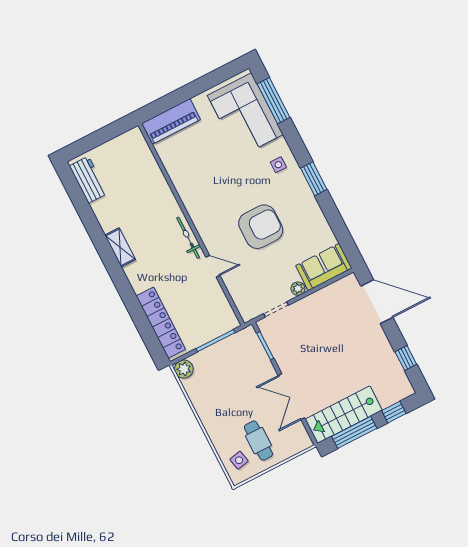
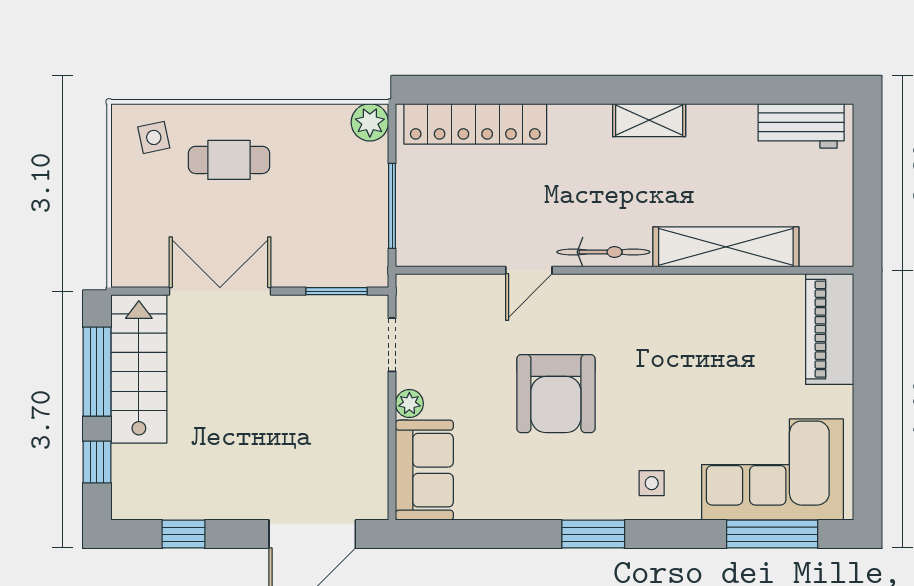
shelving: (158, 185) -> (726, 247), added
cafe table: (258, 441) -> (229, 160), moved

